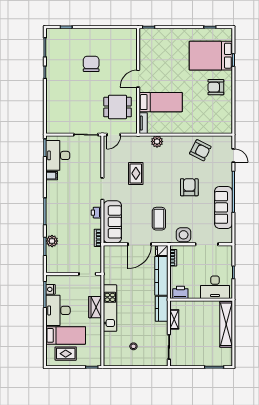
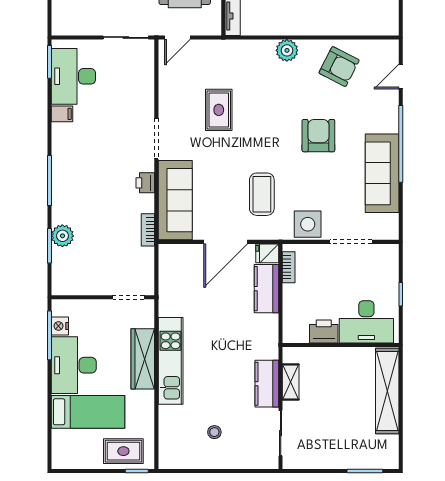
plant: (157, 142) -> (287, 50), moved
door: (233, 156) -> (401, 77), swing flipped
kitchen counter: (161, 276) -> (266, 289), width x0.67
printer: (180, 292) -> (324, 331), moved
wardrobe: (95, 307) -> (143, 359), width x1.50
kitchen counter: (162, 309) -> (267, 384), moved
rug: (66, 354) -> (123, 451), moved

